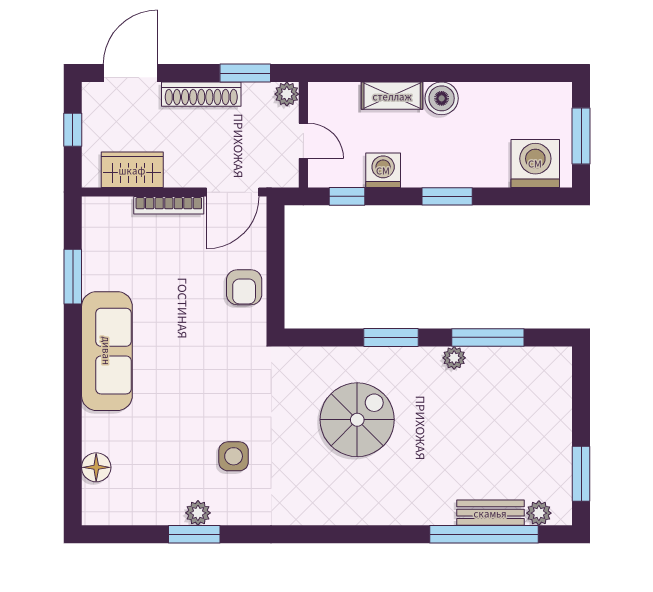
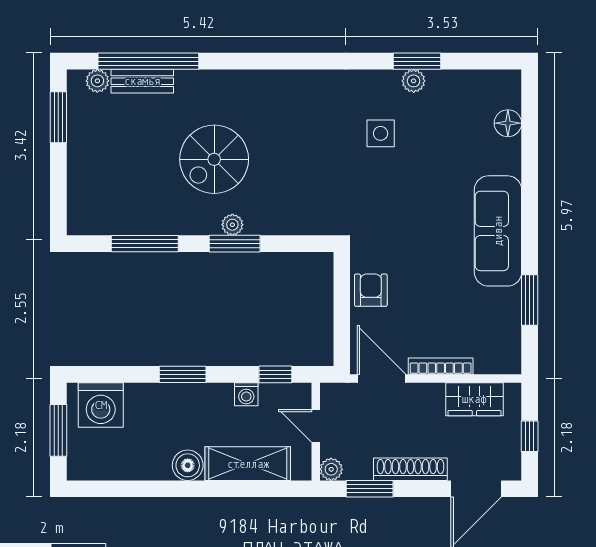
shelving: (392, 96) -> (248, 464), width x1.50, depth x1.33
washing machine: (383, 170) -> (246, 394), width x0.73, depth x0.73
door: (233, 192) -> (381, 378), hinge flipped
plant: (454, 358) -> (232, 225), moved
spiral stairs: (357, 420) -> (214, 159), moved

